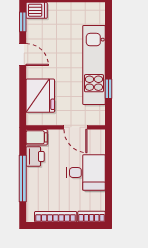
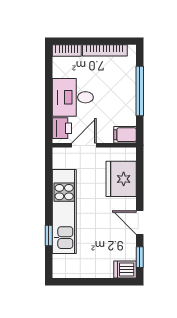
window: (109, 89) -> (49, 235), moved
door: (75, 127) -> (84, 145), hinge flipped
printer: (35, 156) -> (62, 128), moved, turned 180

